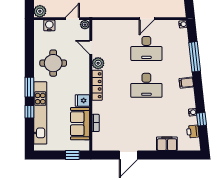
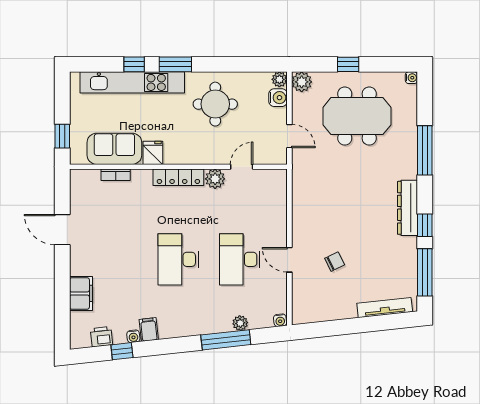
plant: (85, 25) -> (279, 79), moved
plant: (185, 48) -> (240, 323), added
filing cabinet: (186, 83) -> (149, 330), moved

